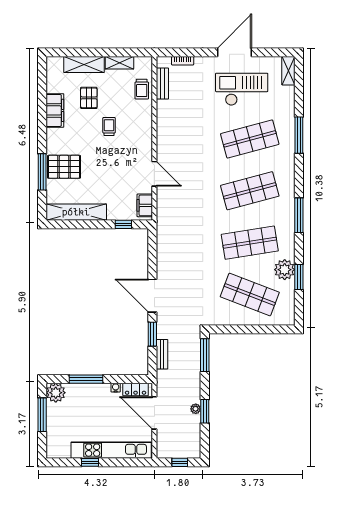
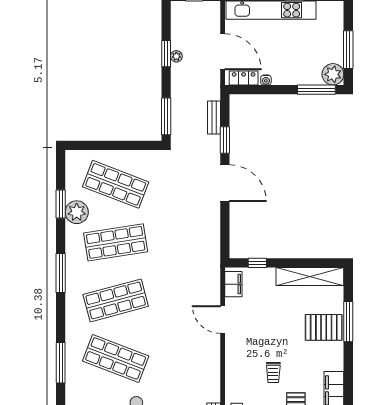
shop shelf: (250, 139) -> (116, 358), turned 36
window: (86, 379) -> (316, 90), moved

